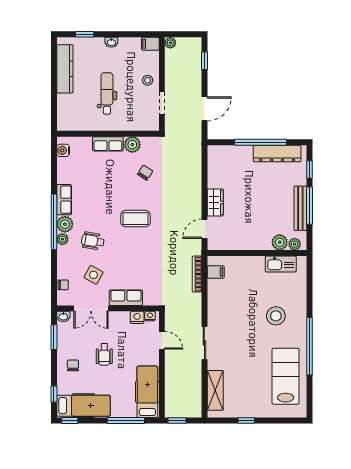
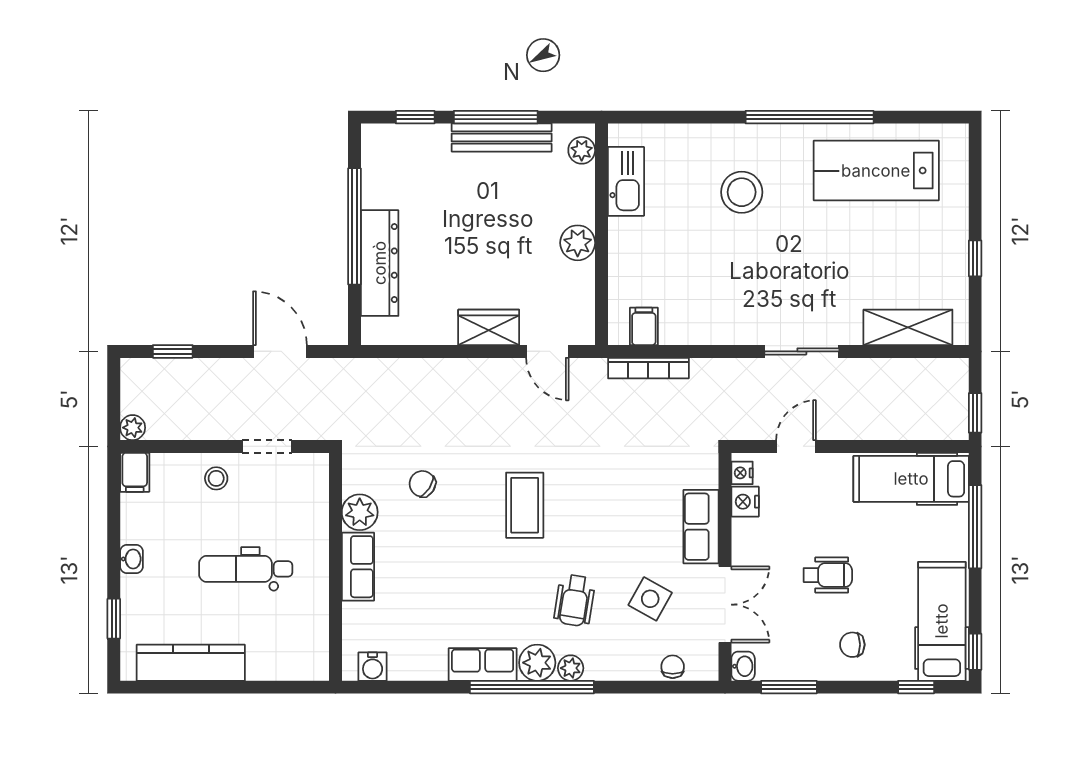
dresser: (277, 154) -> (380, 263), moved
plant: (280, 242) -> (578, 243), moved

